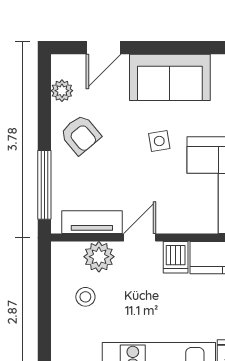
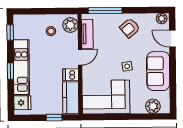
plant: (62, 91) -> (162, 19), moved
door: (140, 238) -> (80, 57), hinge flipped
plant: (99, 257) -> (70, 25), moved

